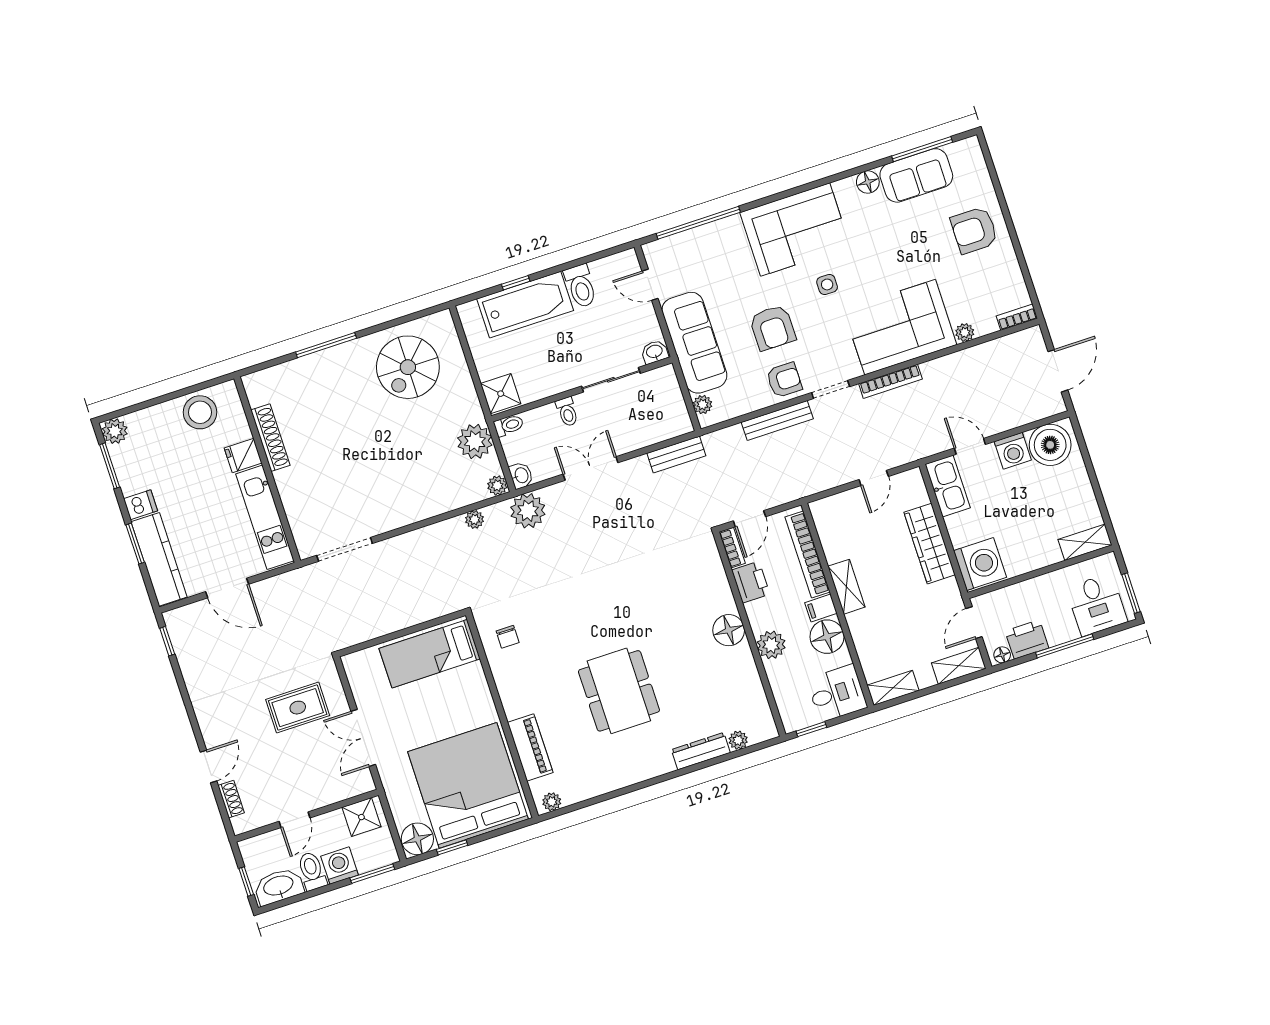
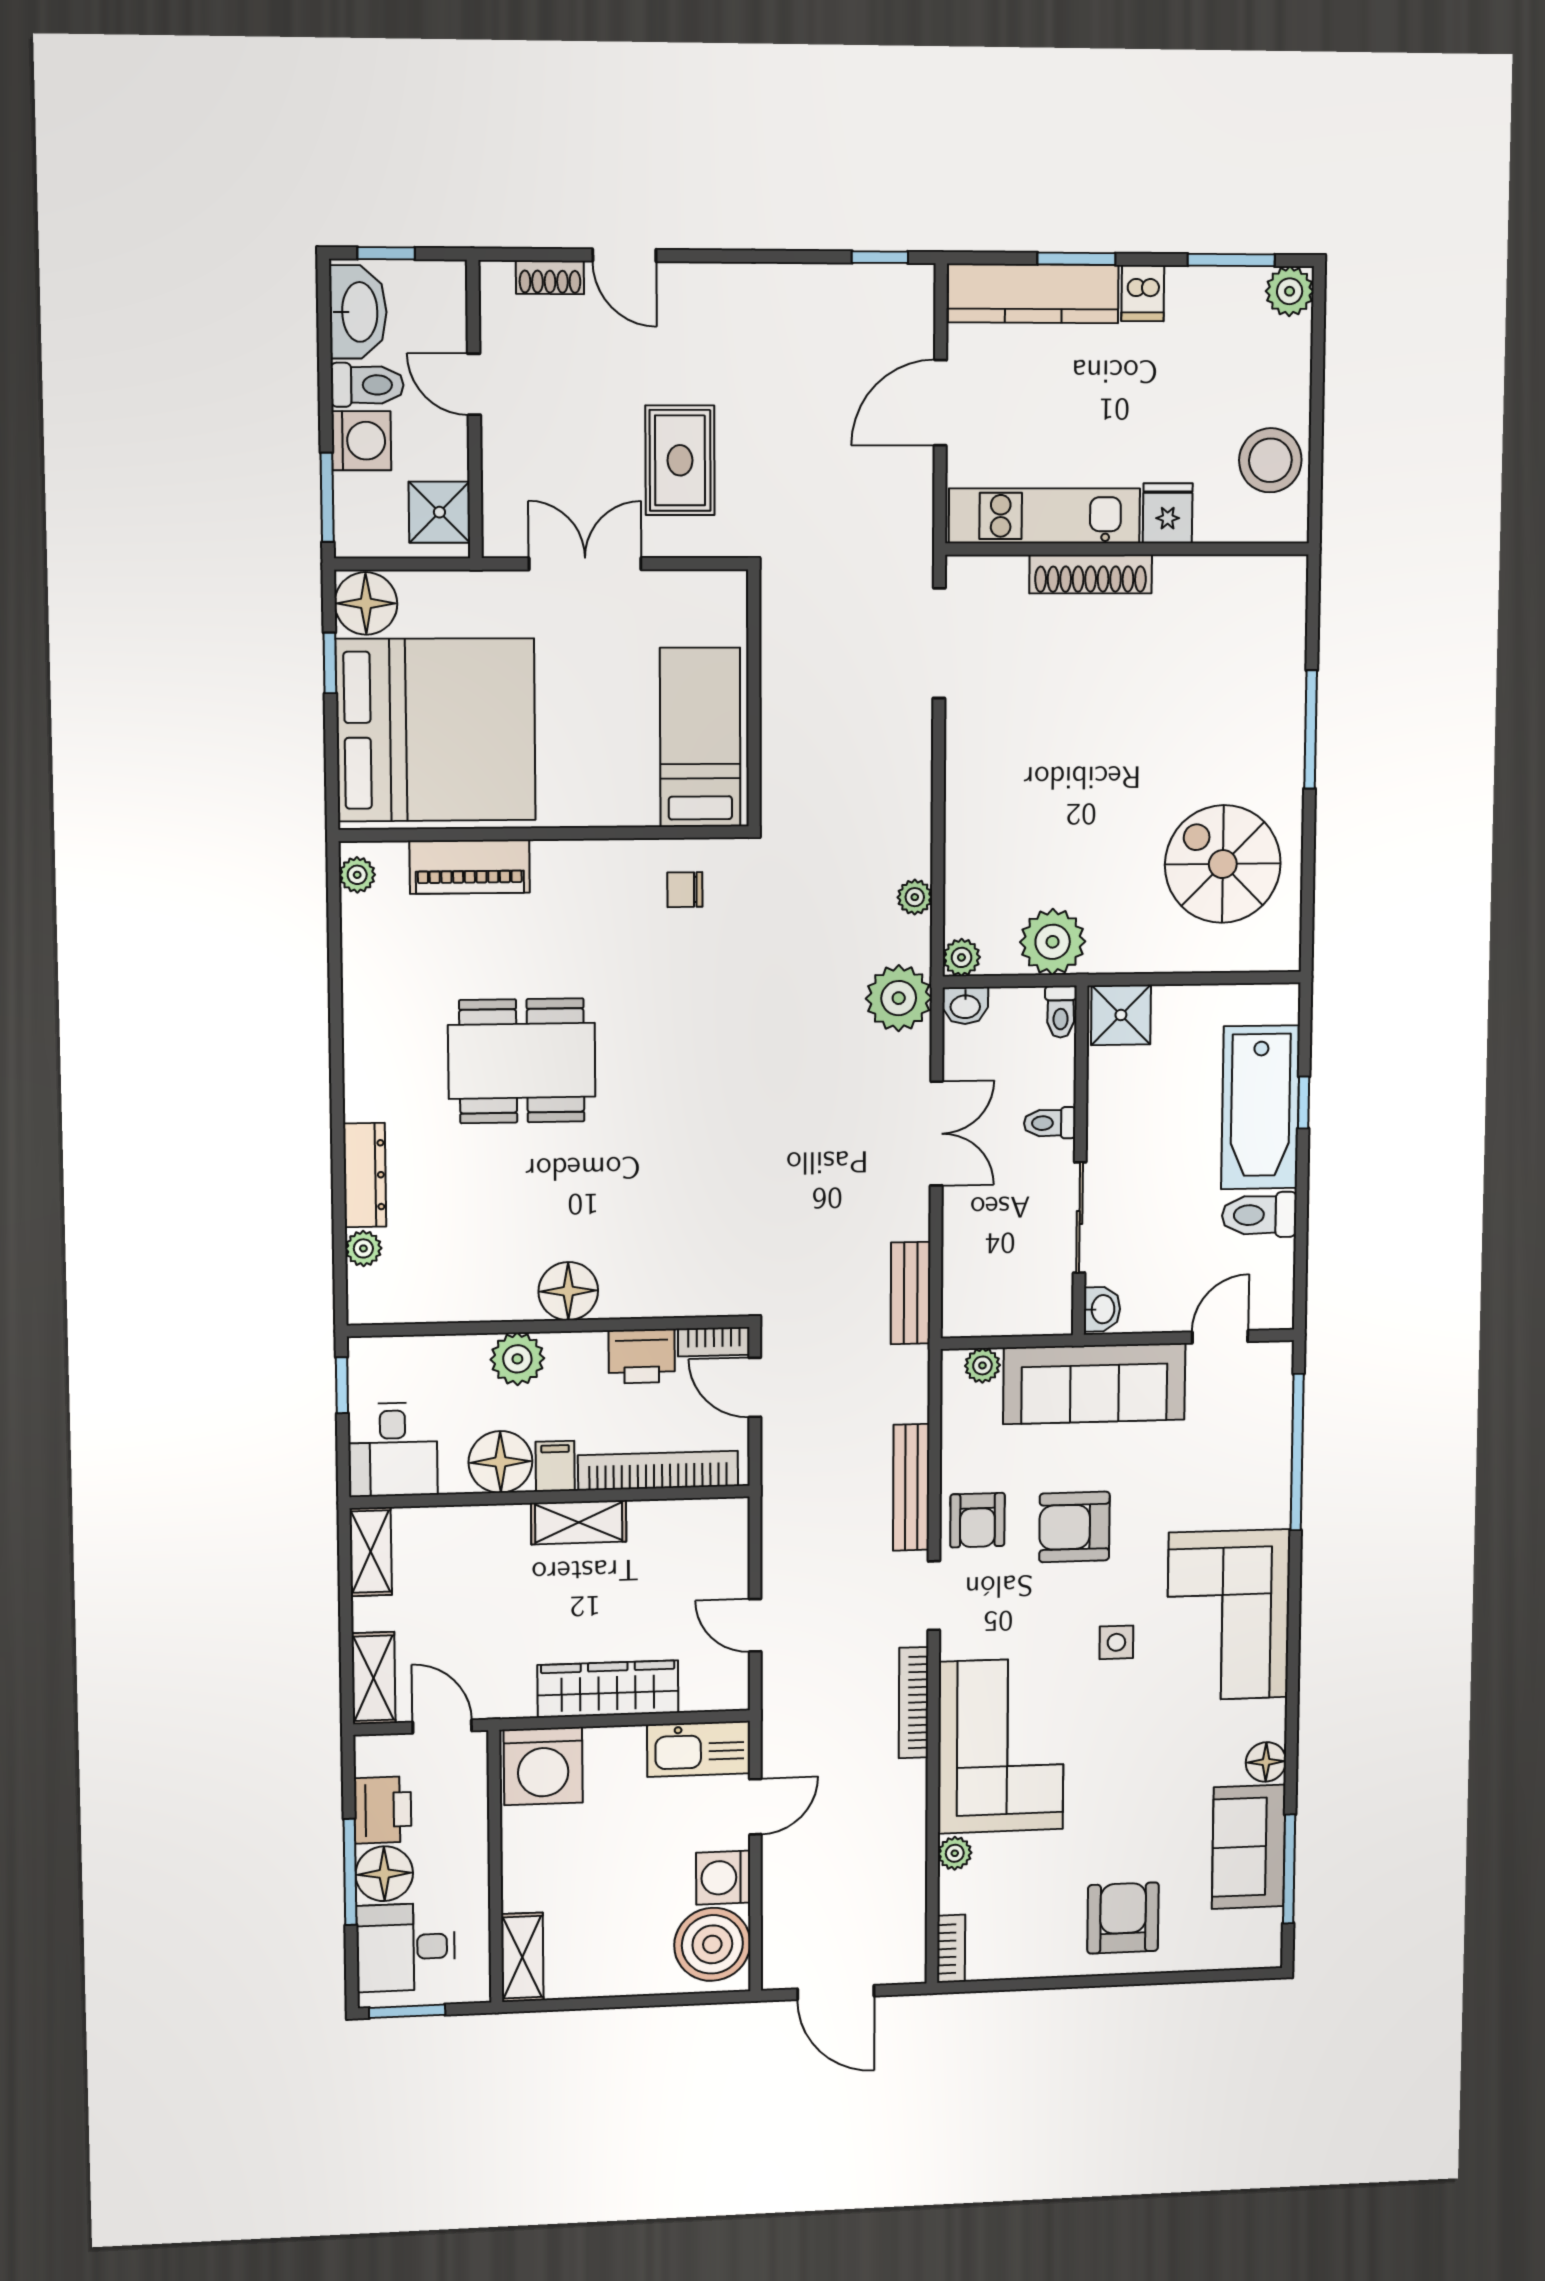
shoe rack: (270, 438) -> (1091, 574), moved
floor lamp: (1002, 655) -> (384, 1874), moved, width x1.89, depth x1.89

